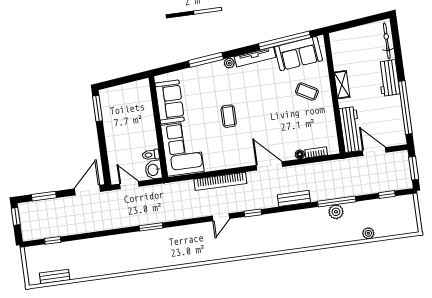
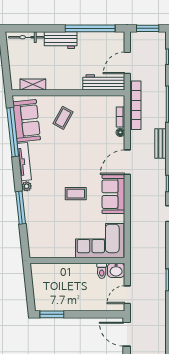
shelving: (342, 85) -> (33, 84), moved
sofa: (170, 102) -> (113, 194), moved, turned -90
bookcase: (220, 181) -> (135, 105), moved

